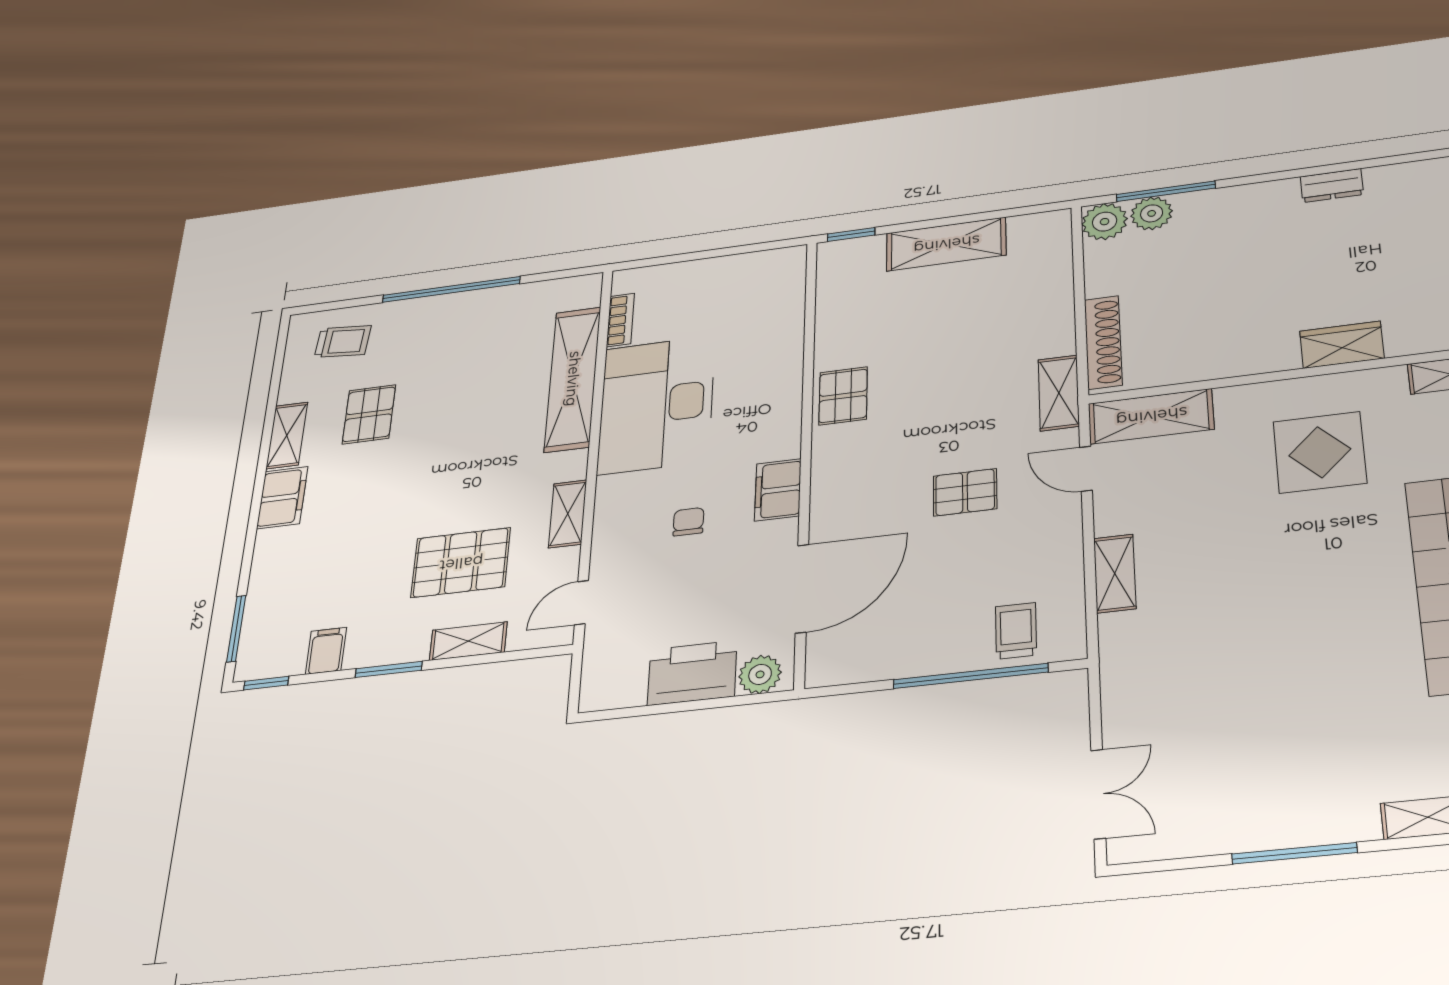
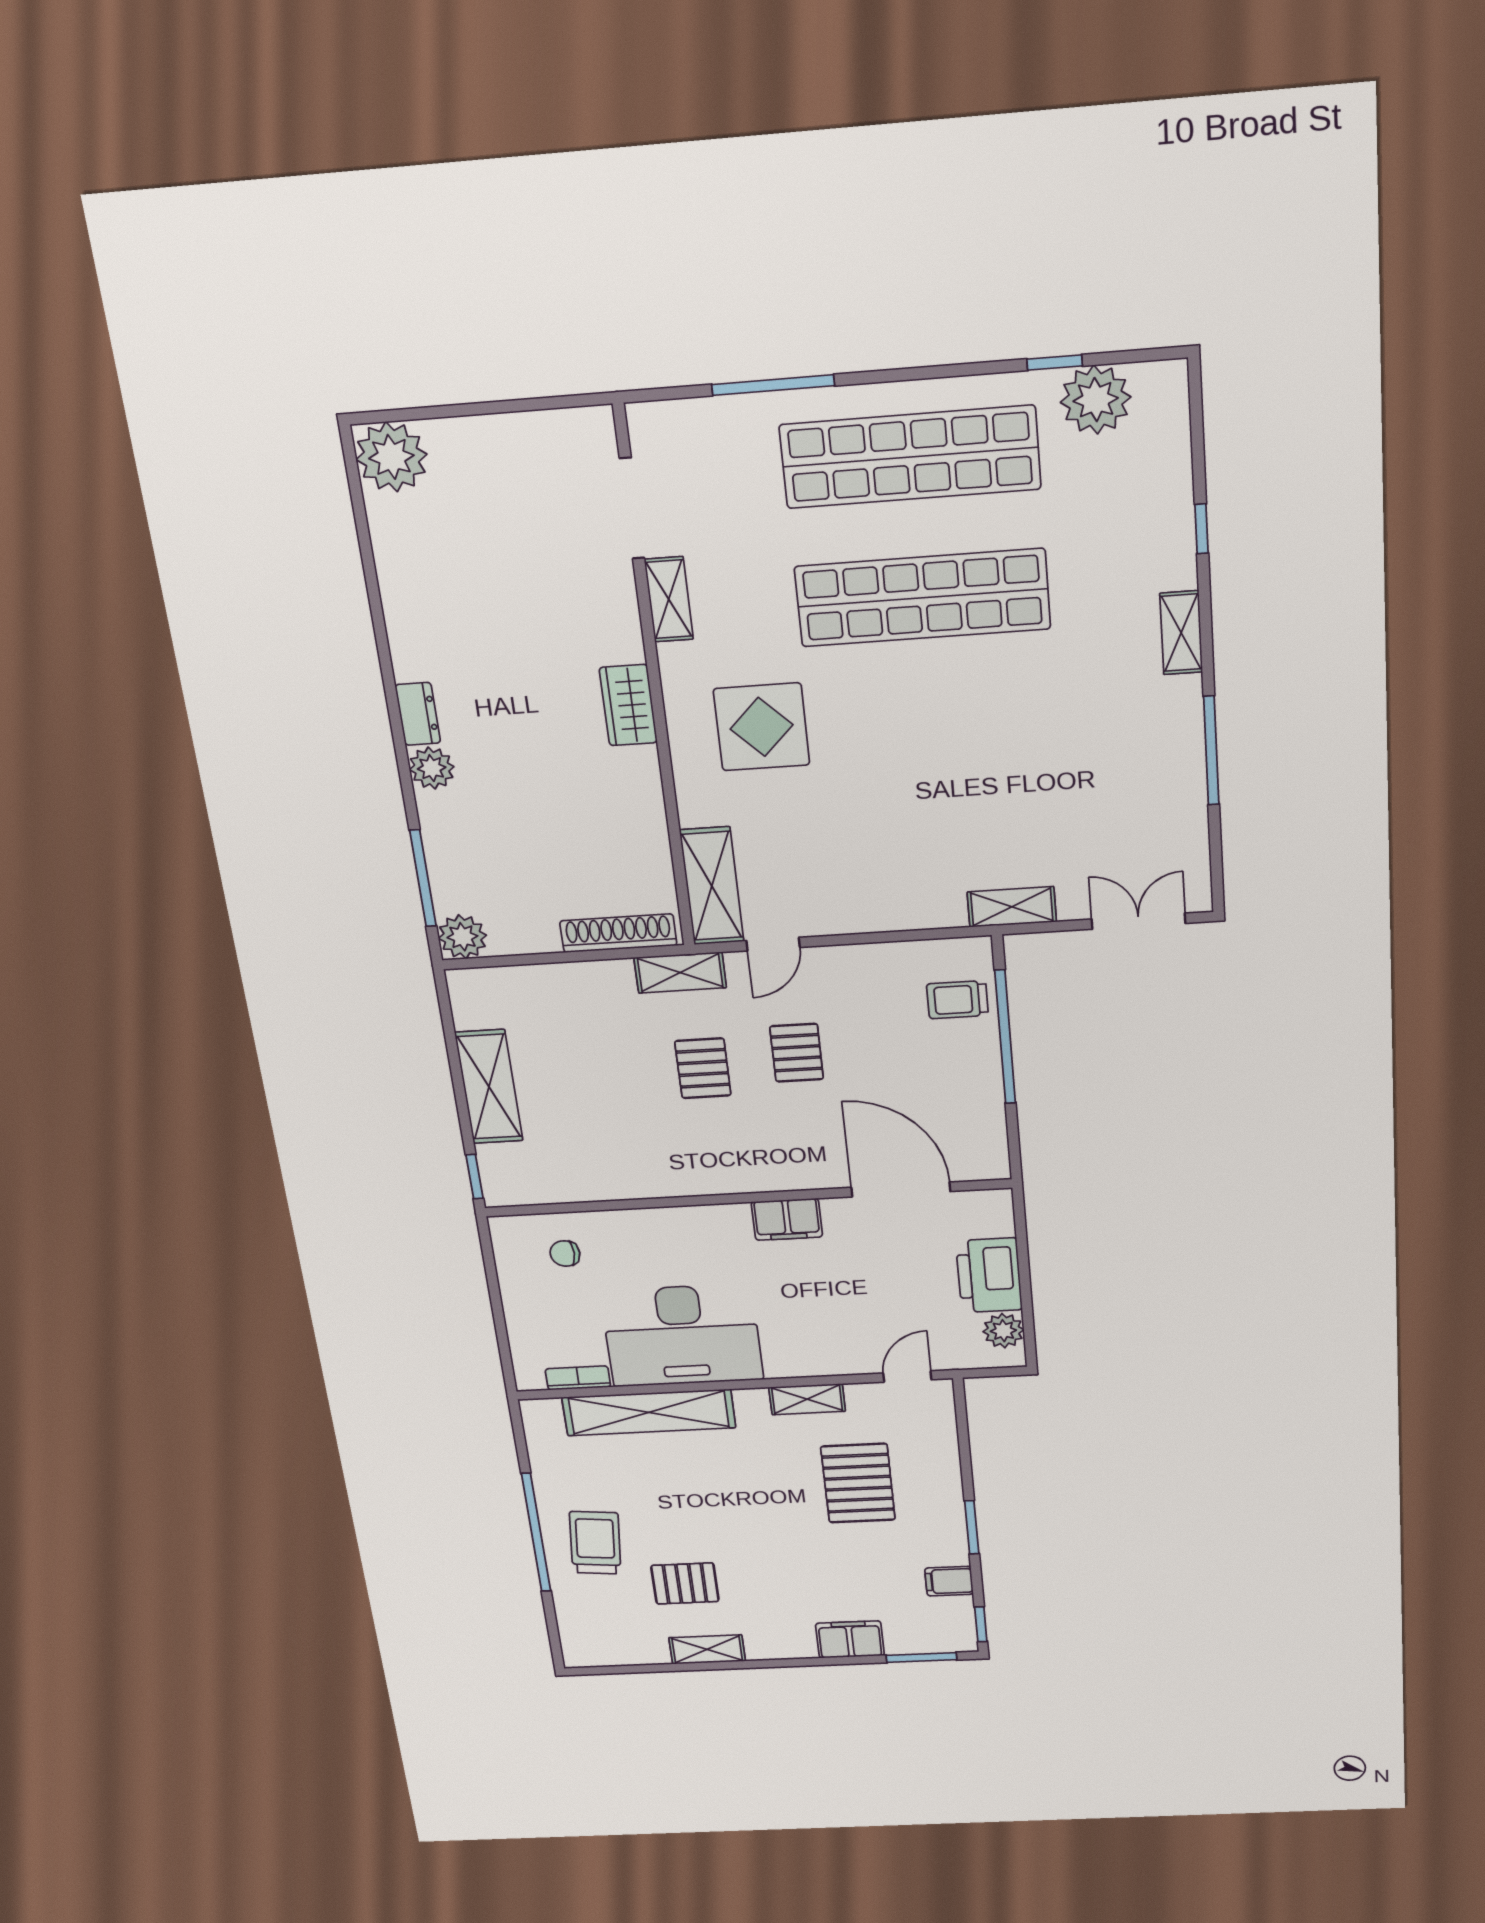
plant: (1152, 213) -> (432, 768), moved
trolley: (343, 342) -> (595, 1543), moved, width x1.36, depth x1.39
pallet: (843, 396) -> (703, 1068), moved, turned 90
filing cabinet: (282, 498) -> (850, 1639), moved
chair: (688, 522) -> (565, 1253), moved
shelving: (1115, 573) -> (1012, 907), moved
door: (581, 603) -> (907, 1376), swing flipped
shelving: (468, 641) -> (945, 1466), removed
plant: (760, 674) -> (1003, 1331), moved

